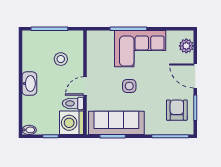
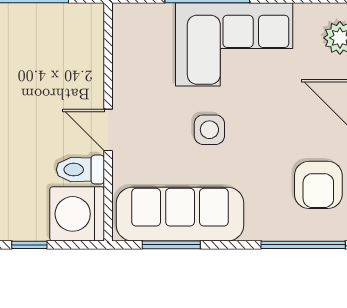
stool: (61, 59) -> (53, 68), removed
door: (85, 86) -> (108, 130), hinge flipped
armchair: (177, 110) -> (318, 185), turned 180

